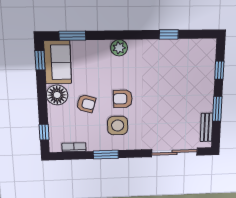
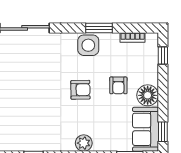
armchair: (86, 104) -> (118, 85), turned -106
side table: (118, 126) -> (88, 45), moved

